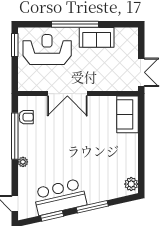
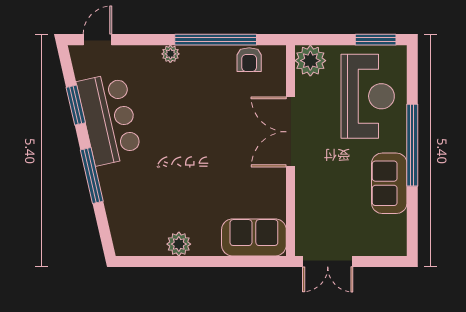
plant: (27, 82) -> (310, 61), added
plant: (131, 184) -> (179, 244), moved

